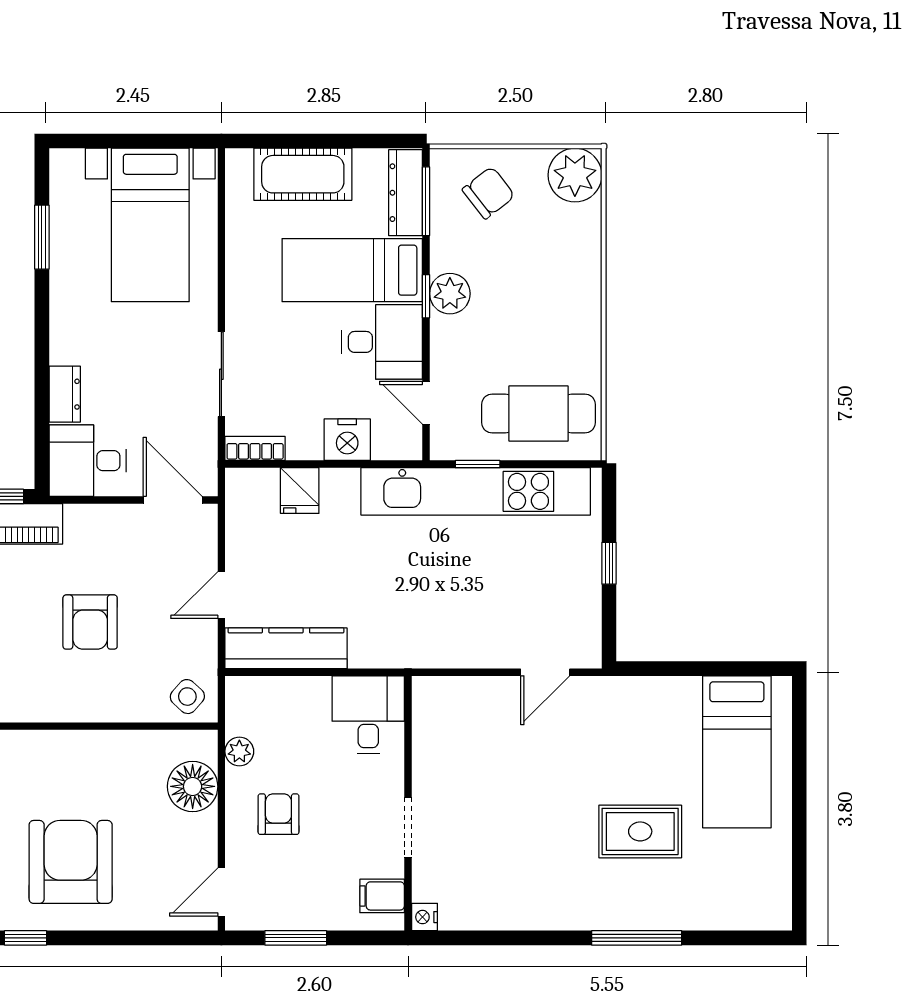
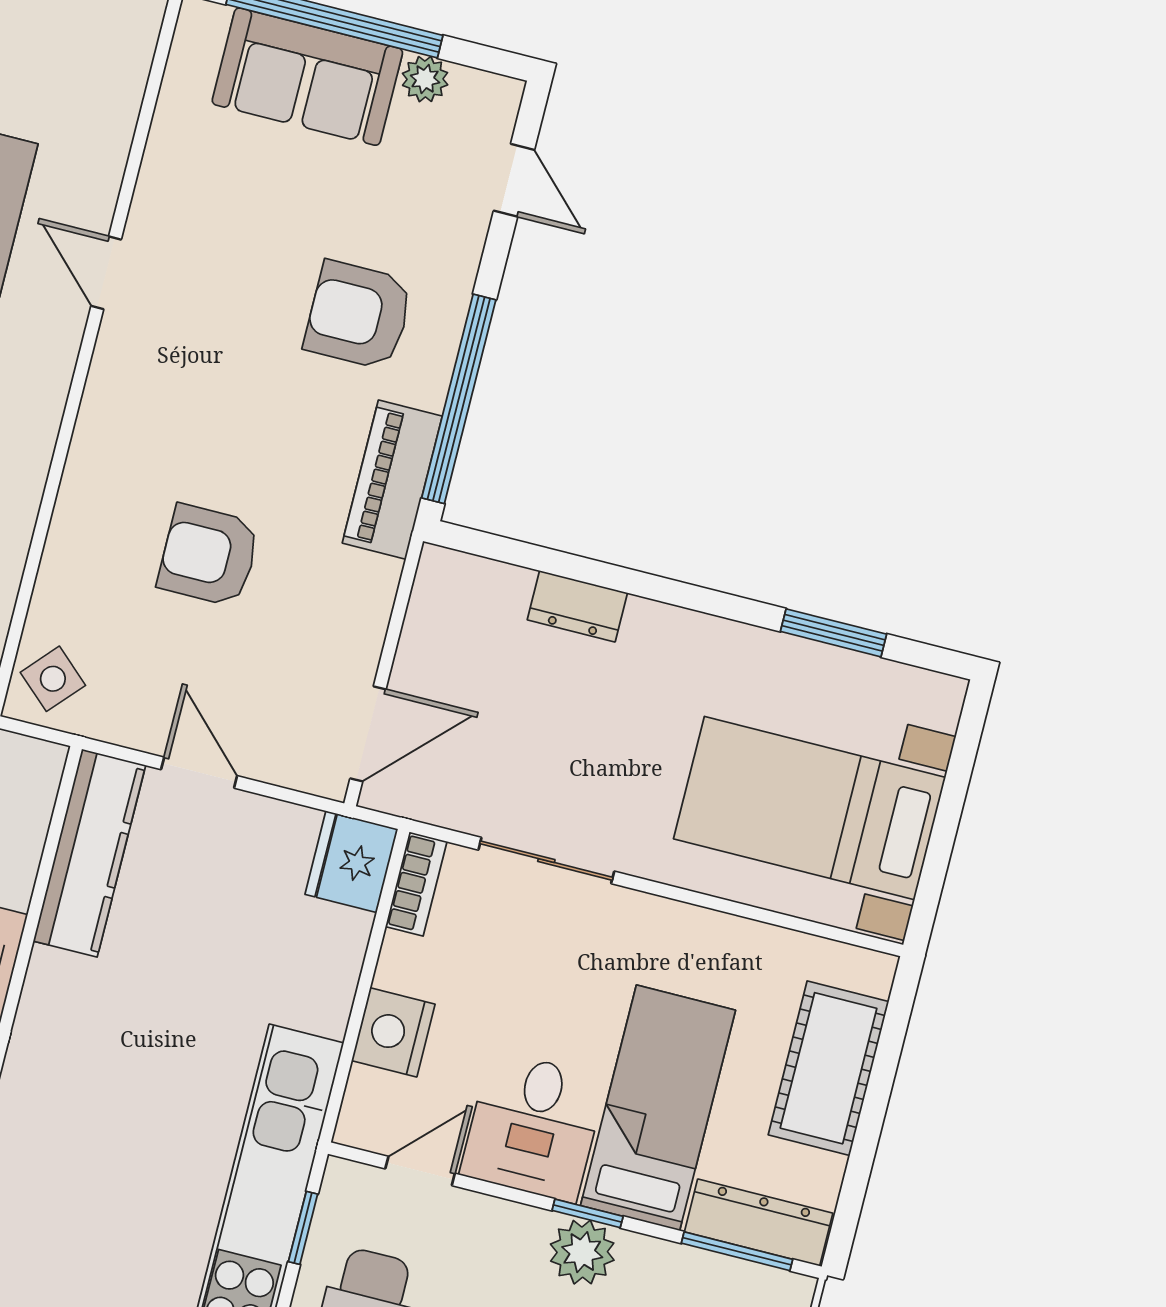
desk: (88, 461) -> (464, 616), removed
fridge: (300, 491) -> (351, 862), moved, width x1.38

